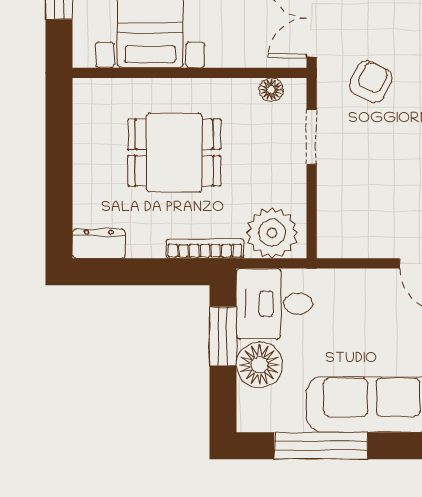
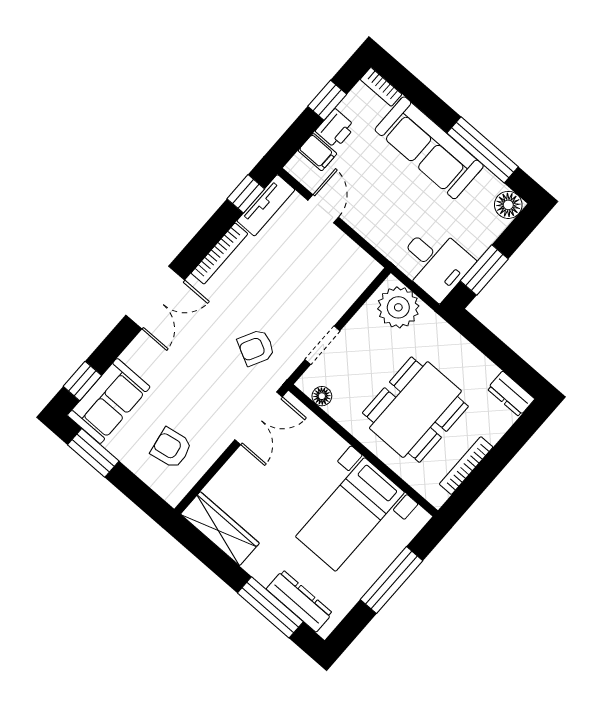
dining table: (174, 152) -> (415, 410), width x1.38
bookcase: (205, 248) -> (466, 466), moved, turned 90
floor lamp: (259, 365) -> (508, 205), moved, width x0.73, depth x0.73

